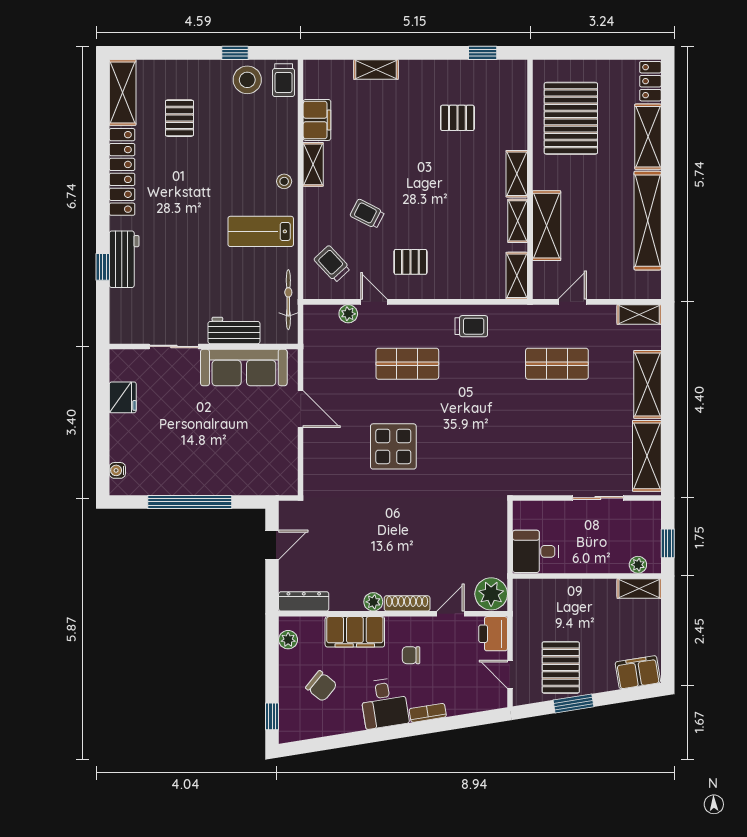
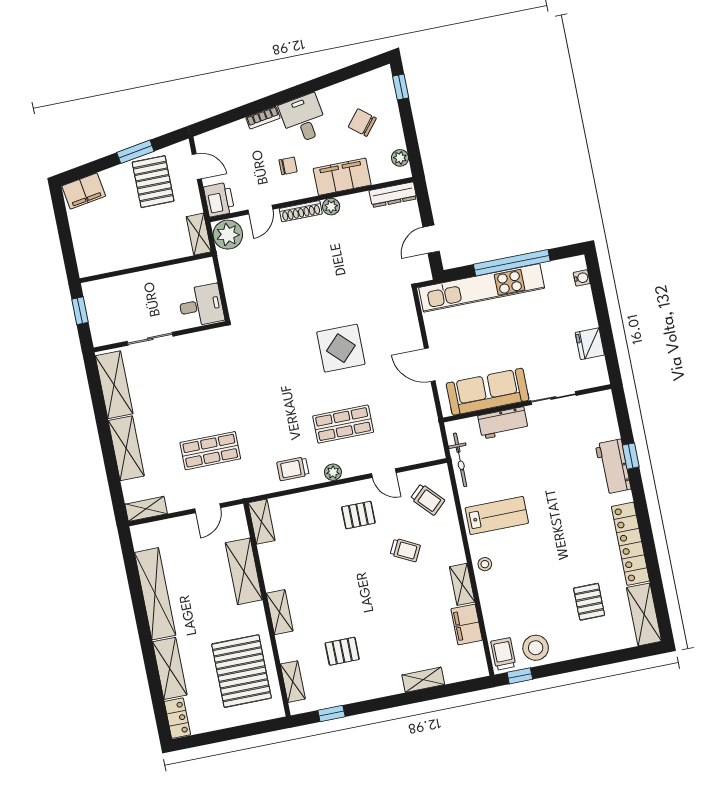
window: (235, 53) -> (520, 676), moved
shelving: (518, 221) -> (293, 682), moved
plant: (348, 314) -> (333, 472), moved
kitchen unit: (228, 481) -> (482, 288), added
desk: (535, 551) -> (201, 305), moved
plant: (638, 565) -> (103, 287), removed
shelving: (639, 588) -> (199, 234), moved, turned 90

